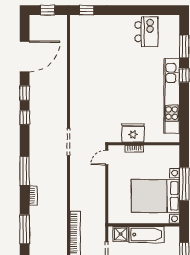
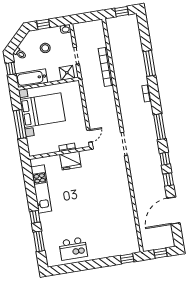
kitchen island: (146, 32) -> (73, 249), turned -90
kitchen unit: (172, 96) -> (41, 189), width x0.73
window: (25, 171) -> (160, 127), moved
bathtub: (147, 235) -> (32, 78), moved

